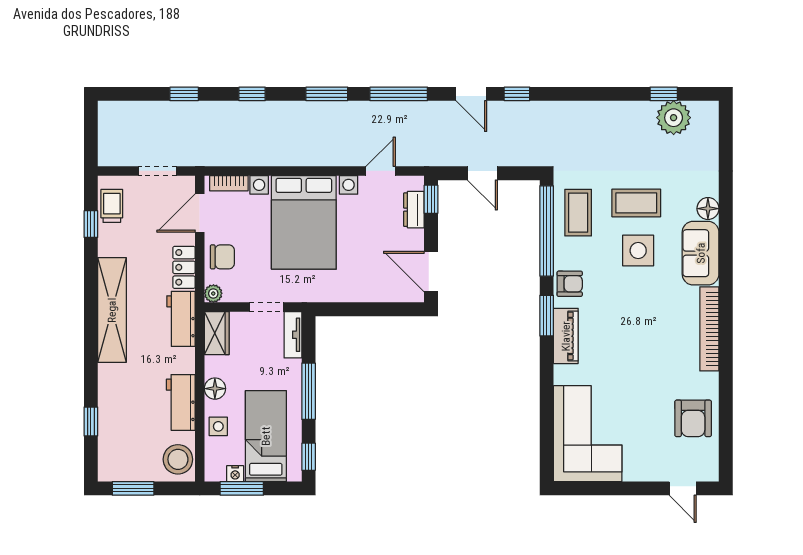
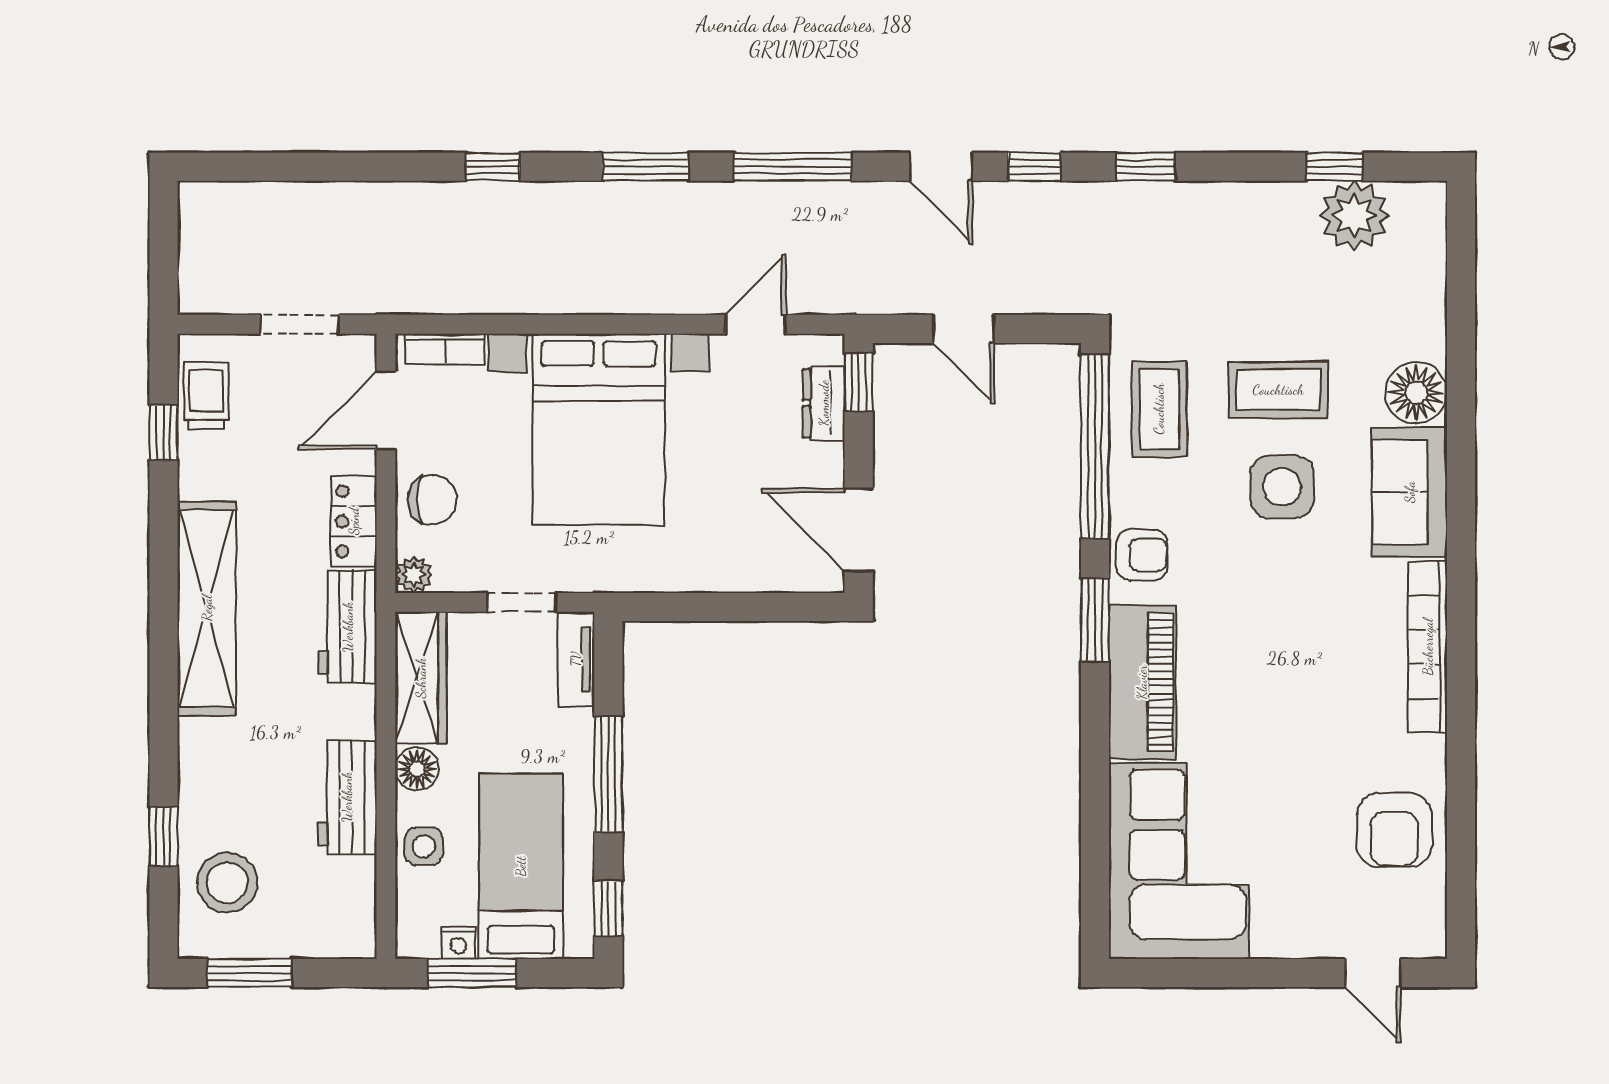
window: (184, 94) -> (1146, 167), moved
floor lamp: (708, 209) -> (1416, 393), width x1.38, depth x1.38
wardrobe: (217, 333) -> (421, 678), width x1.50
piano: (566, 336) -> (1142, 682), width x1.37, depth x1.33
stool: (178, 459) -> (227, 883), moved

